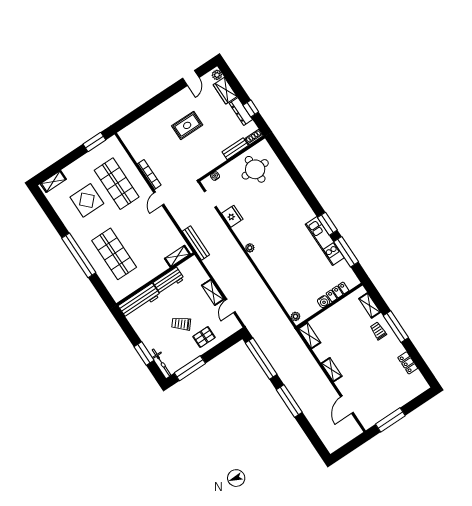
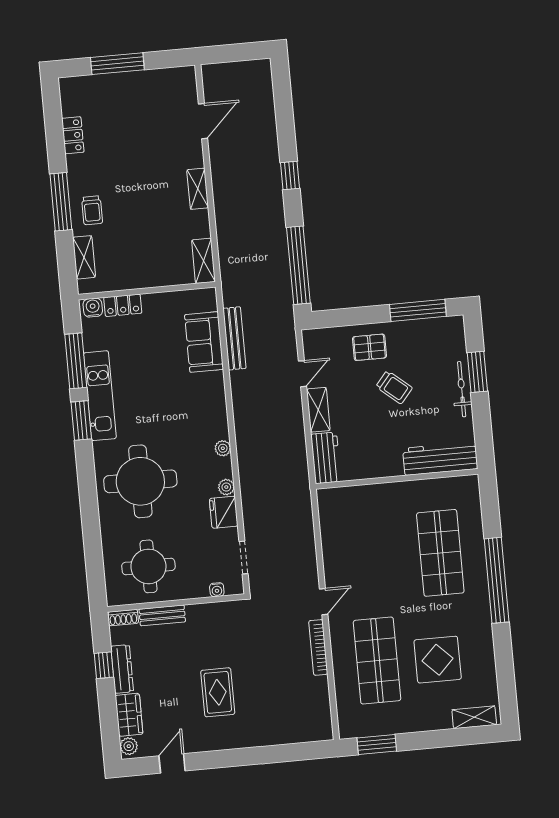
rug: (187, 125) -> (218, 692), turned 90
round table: (282, 209) -> (140, 481), added
bench: (196, 243) -> (234, 338), moved
shelving: (177, 256) -> (343, 496), removed
workbench: (169, 281) -> (326, 458), moved, turned 90
sofa: (287, 295) -> (204, 342), added
water cooler: (324, 302) -> (93, 308), moved
plant: (296, 316) -> (226, 487), moved
bicycle: (161, 362) -> (462, 389), moved
window: (289, 401) -> (290, 176), width x0.46
window: (390, 420) -> (117, 64), moved

